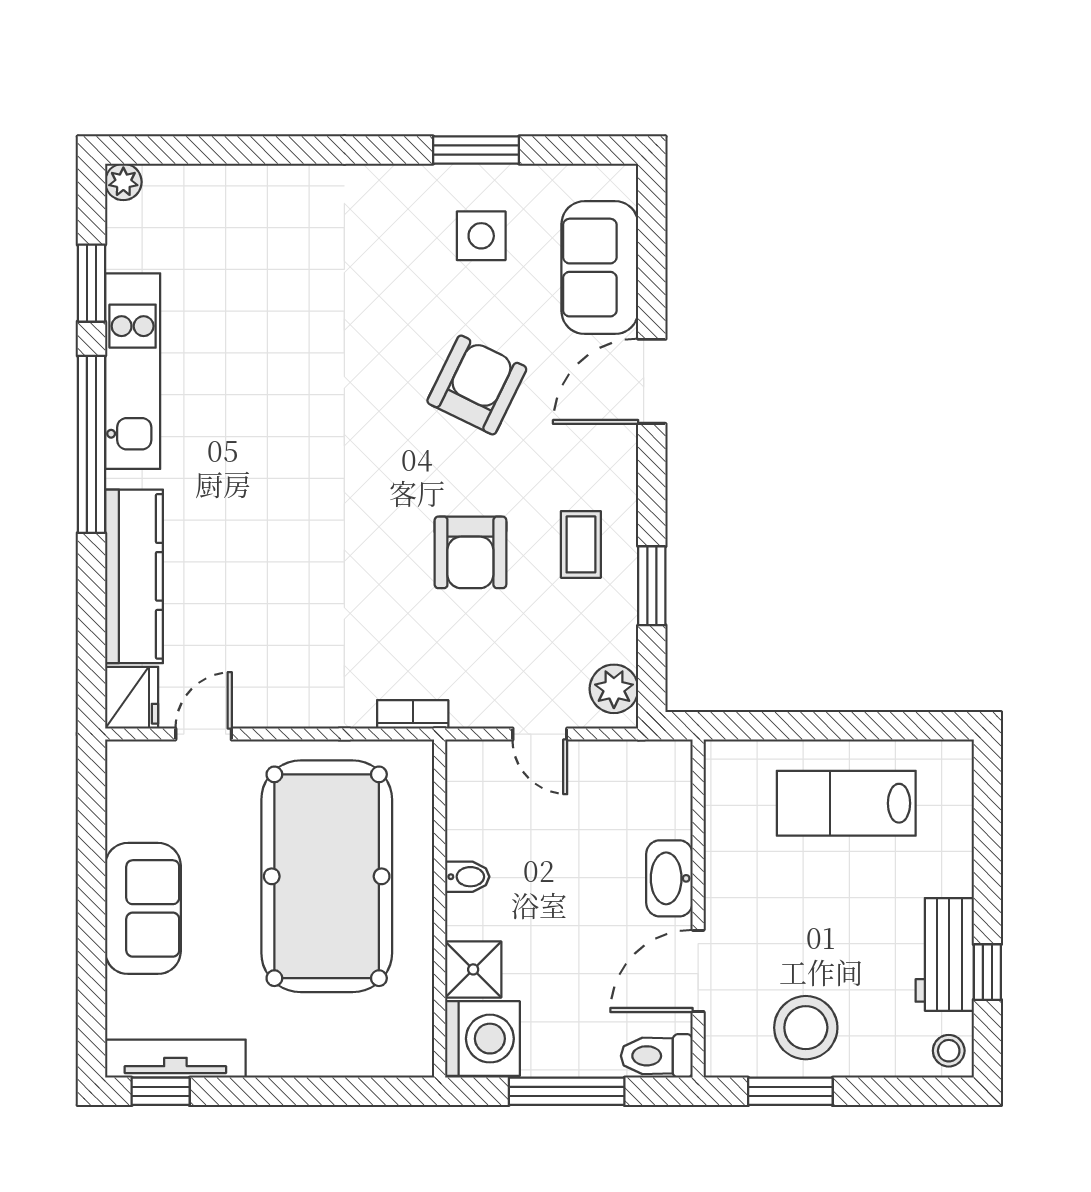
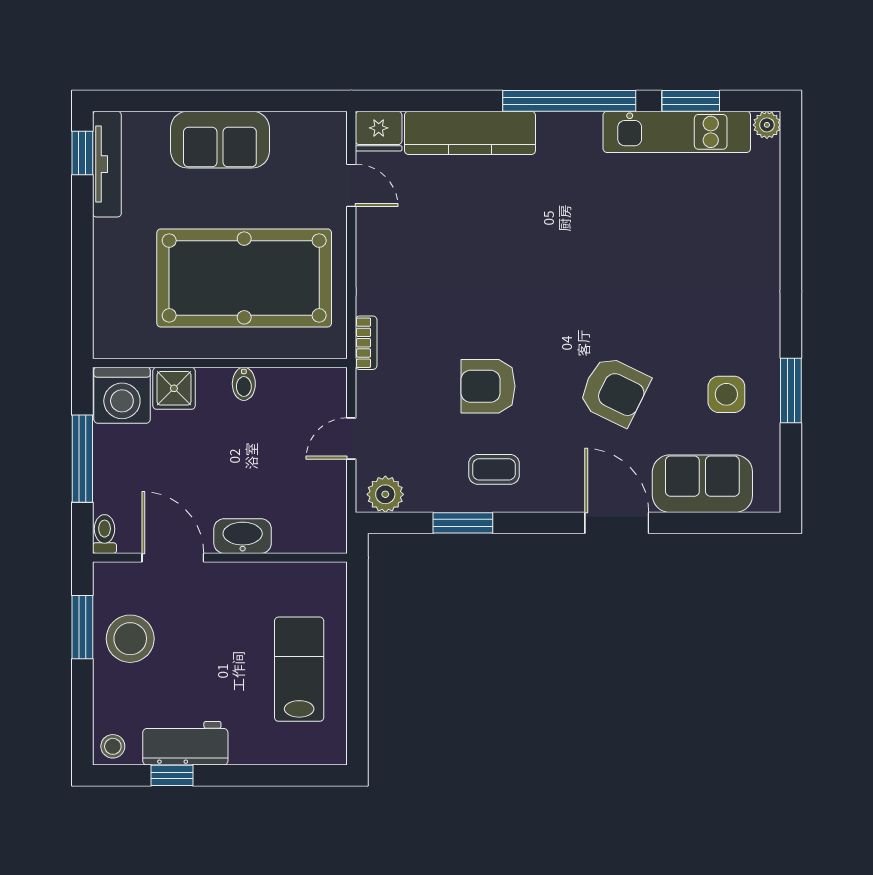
kitchen unit: (133, 371) -> (677, 132), moved
toilet: (657, 1056) -> (105, 534), width x0.73, depth x0.72

